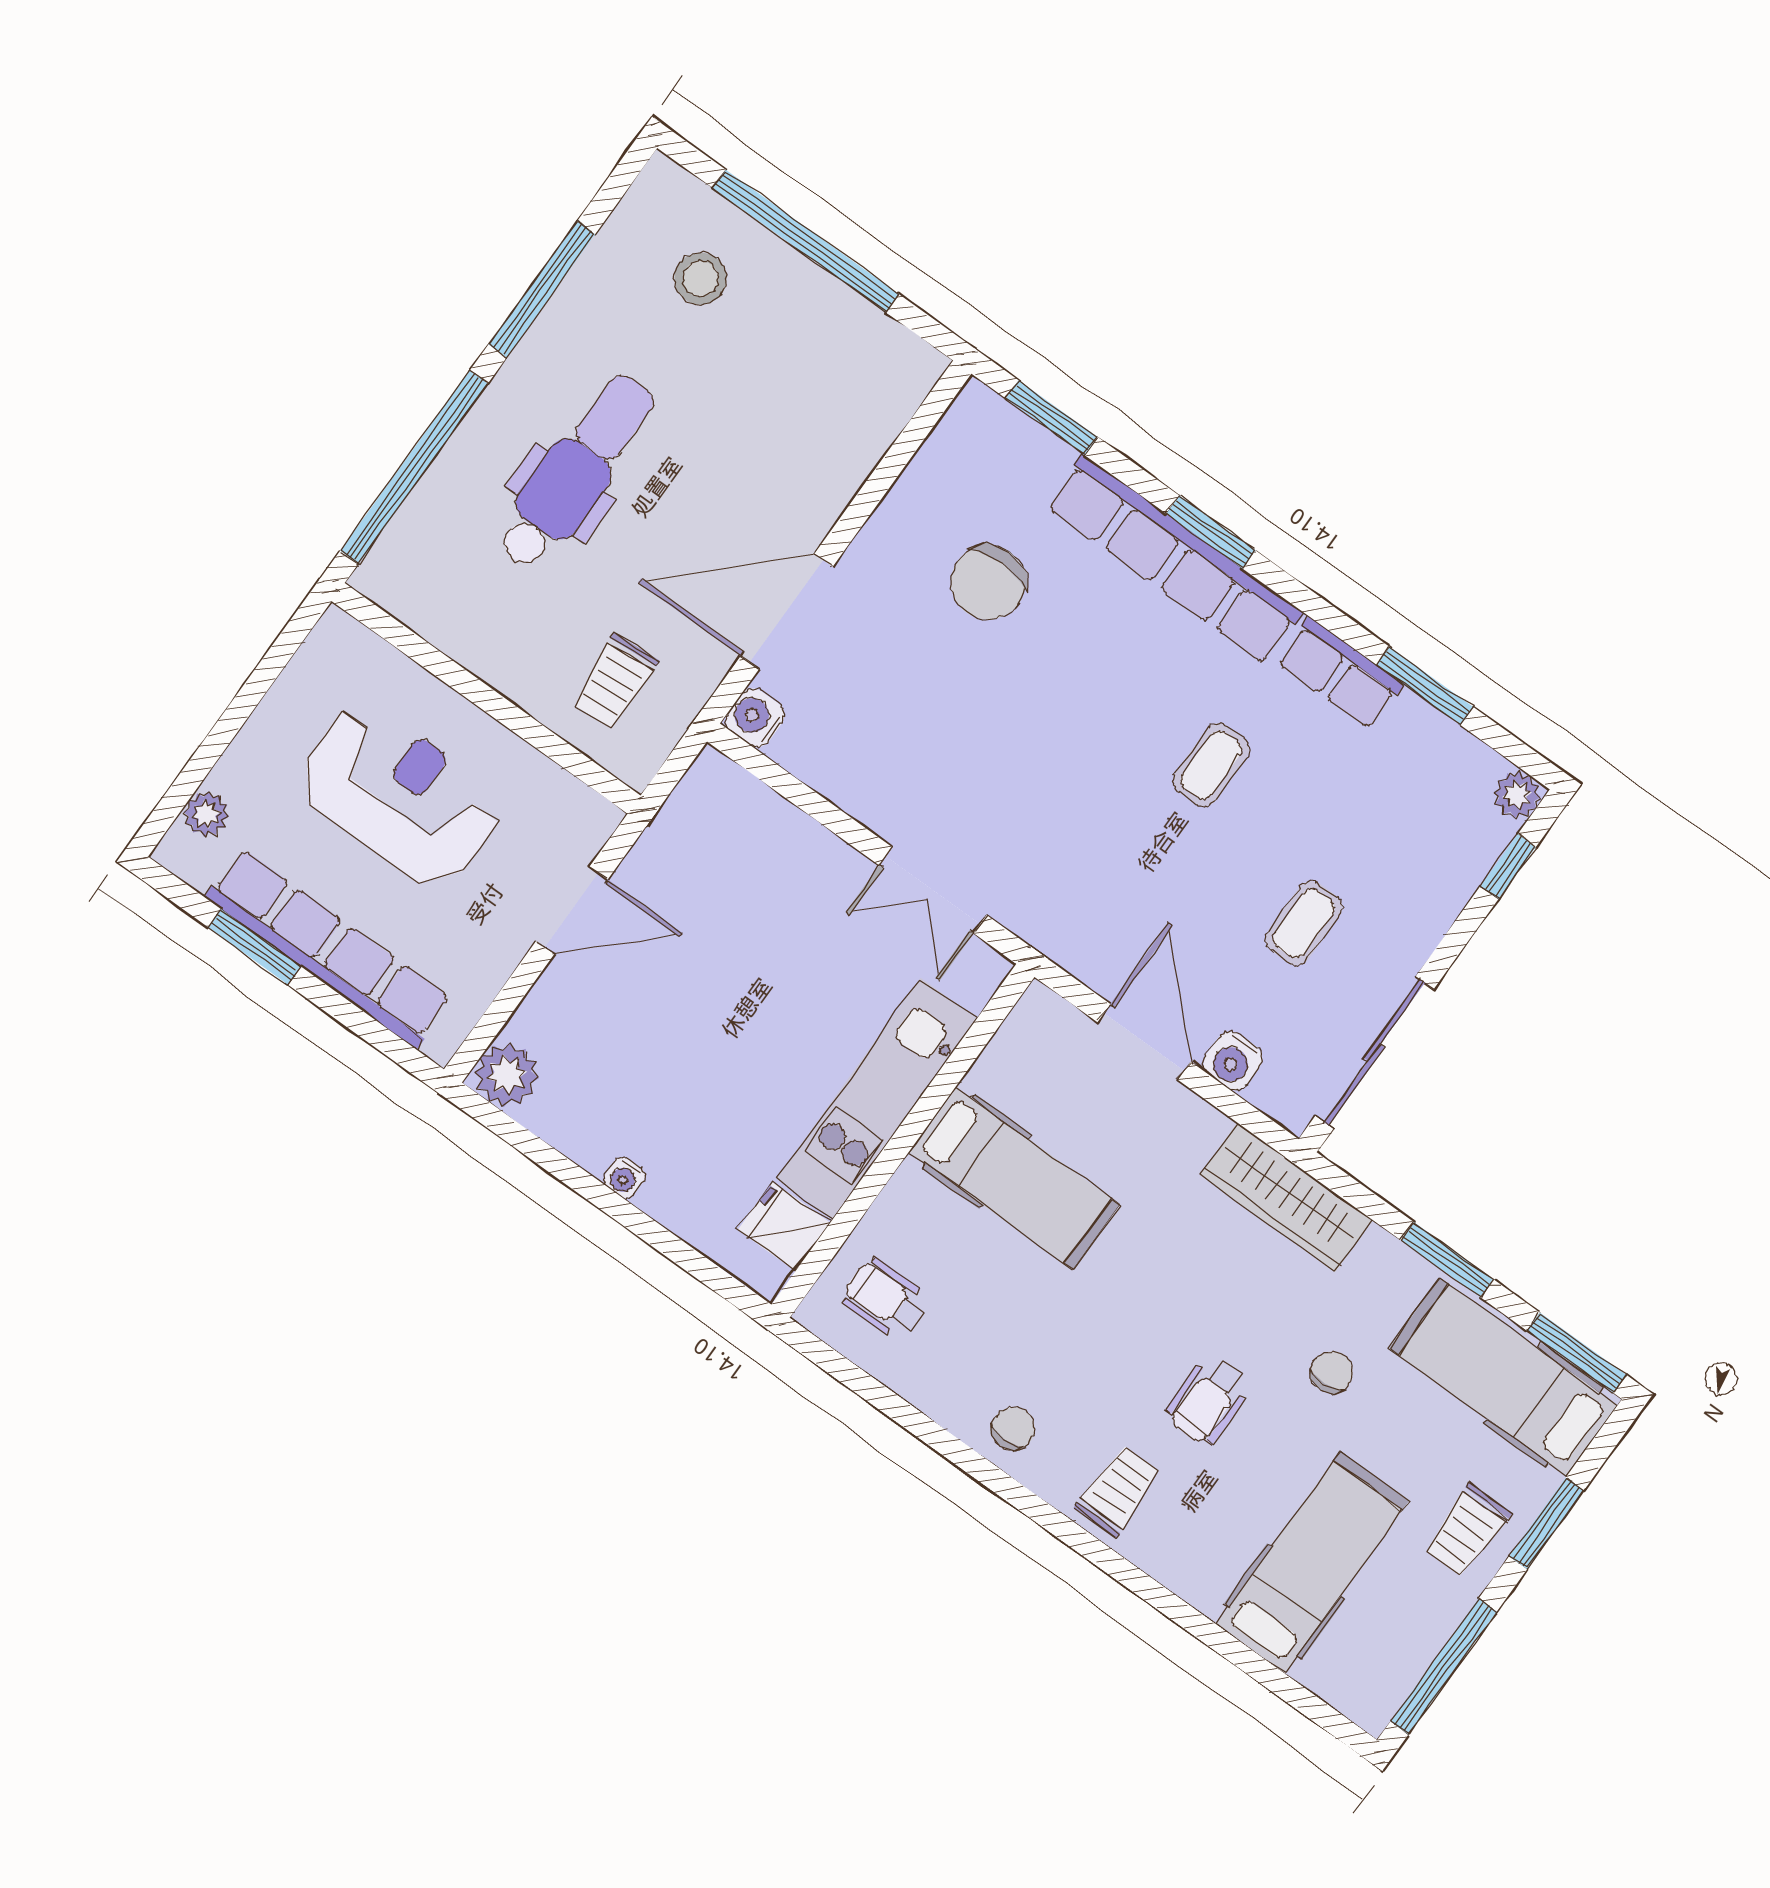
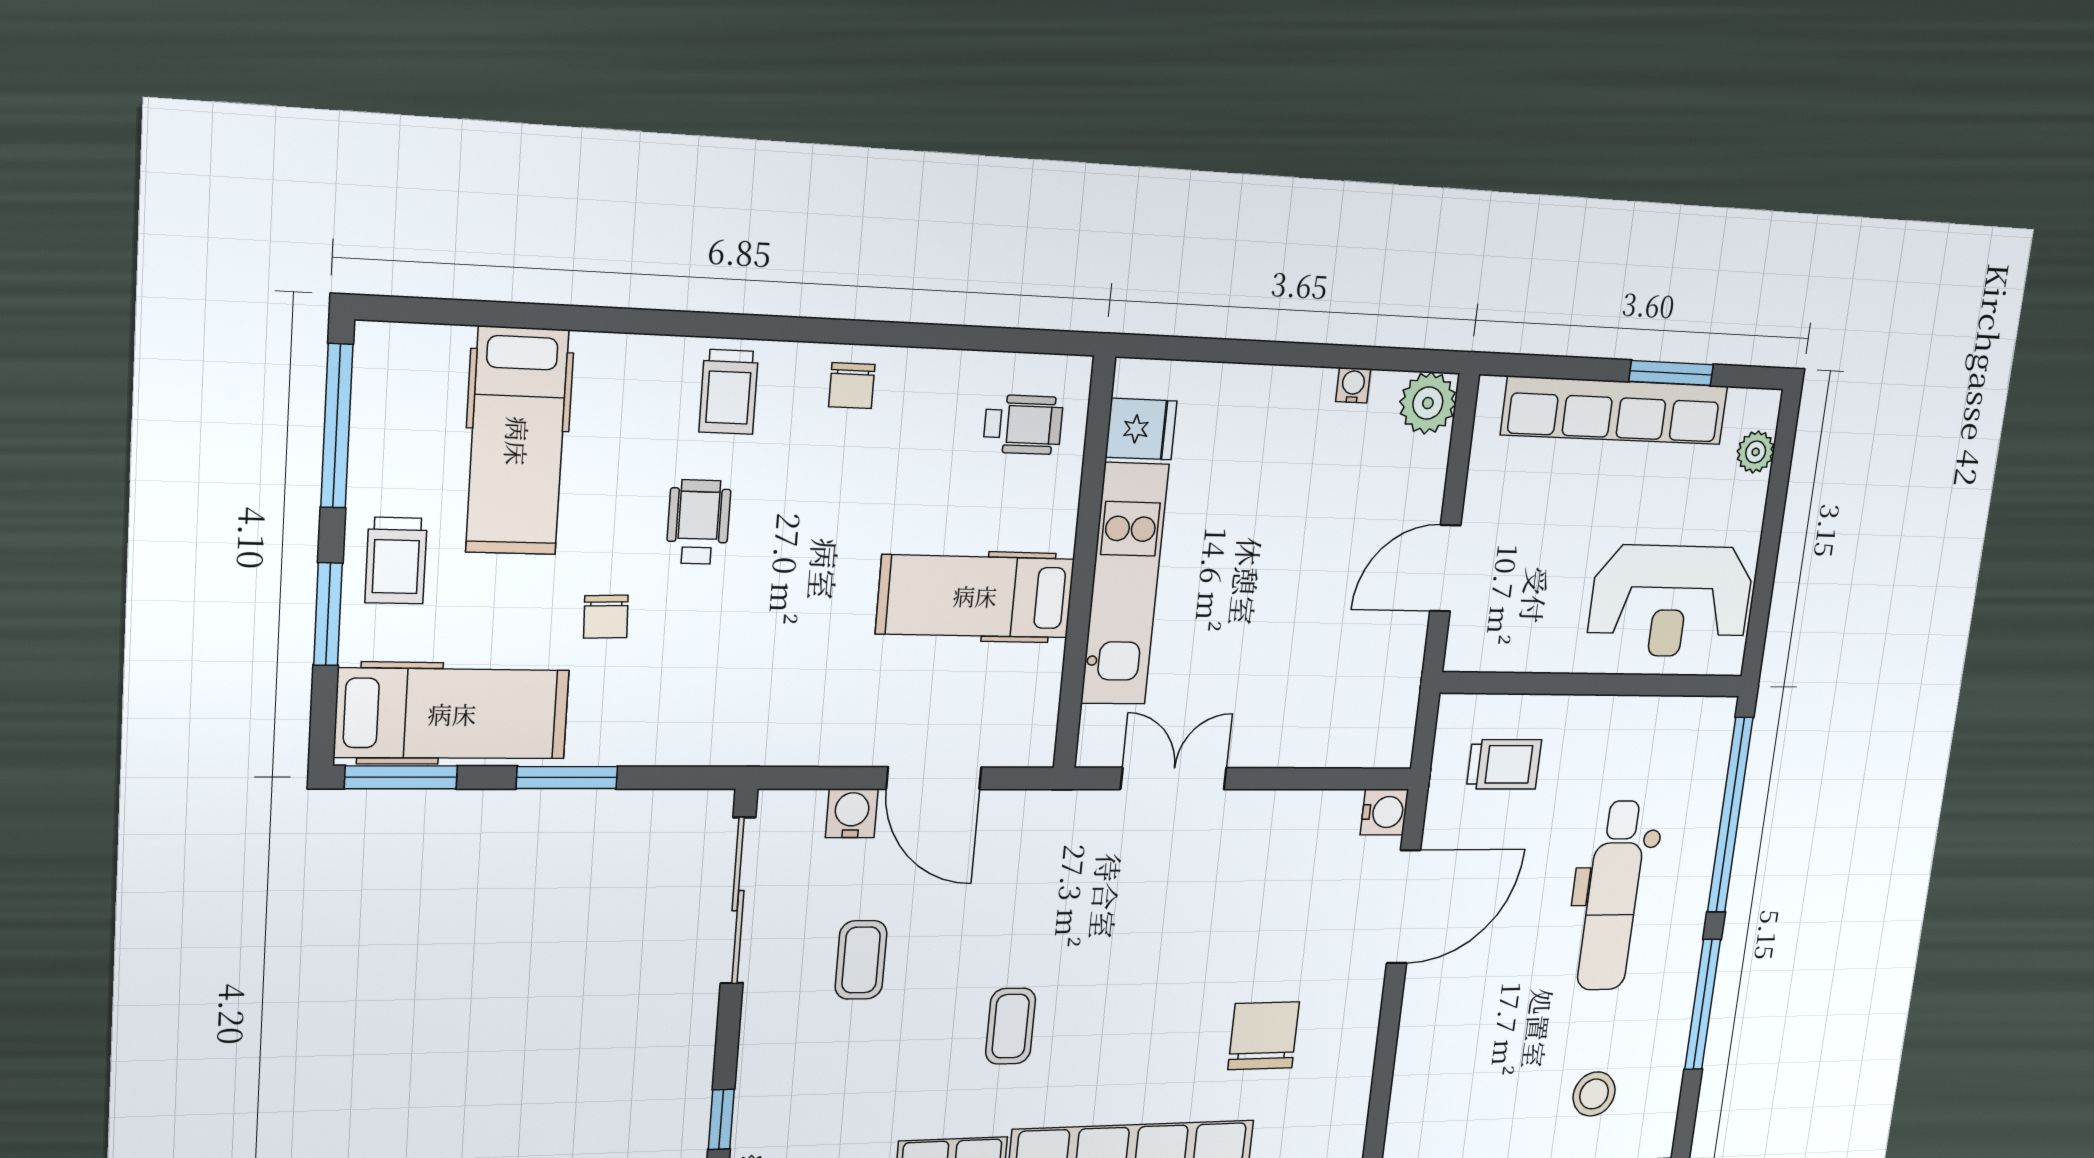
trolley: (615, 682) -> (1504, 764), turned 94
reception desk: (399, 795) -> (1670, 601), moved
water cooler: (624, 1178) -> (1353, 385), moved
wardrobe: (1286, 1197) -> (738, 735), removed
trolley: (1467, 1531) -> (396, 561), turned 180

